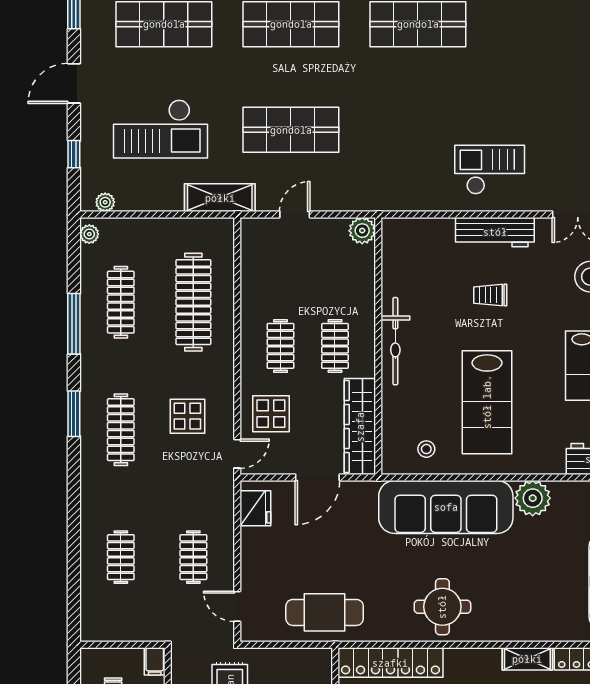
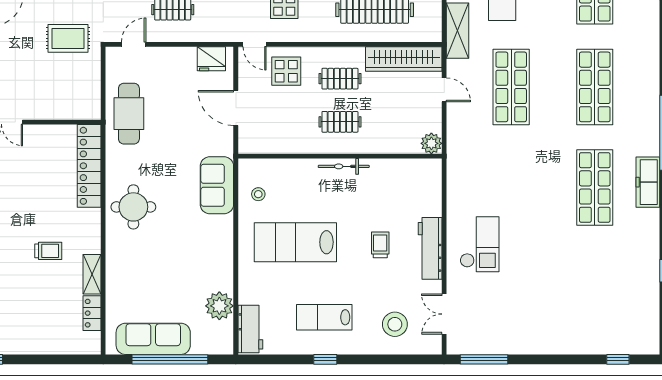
bicycle: (395, 341) -> (344, 166), width x0.73, depth x0.71
wardrobe: (360, 427) -> (404, 59), moved, turned 180
plant: (533, 498) -> (219, 306), moved
sofa: (446, 507) -> (217, 185), width x0.54, depth x0.79

